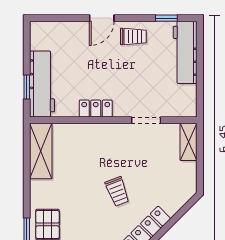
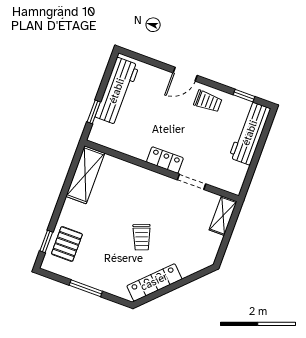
workbench: (42, 84) -> (117, 91), moved
locker: (96, 109) -> (165, 160), moved

